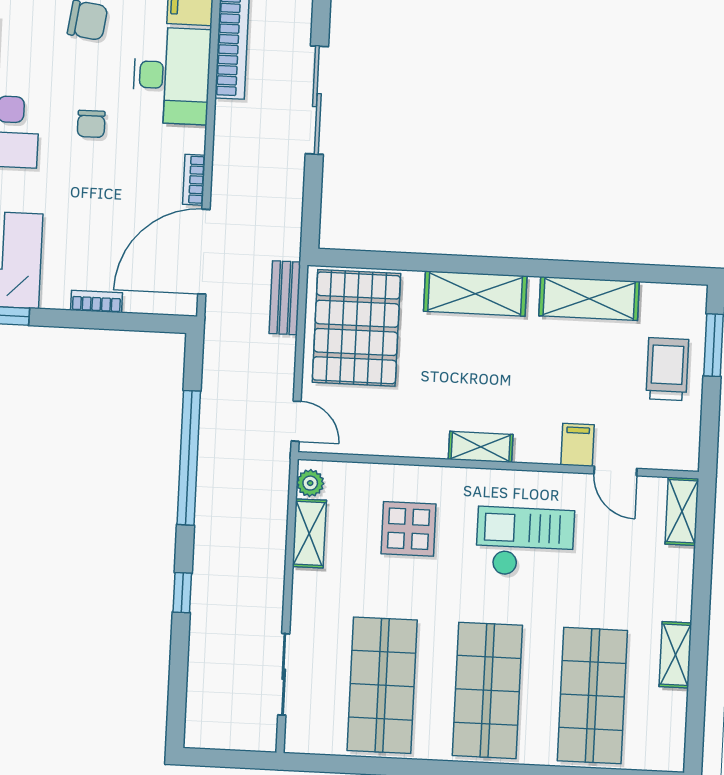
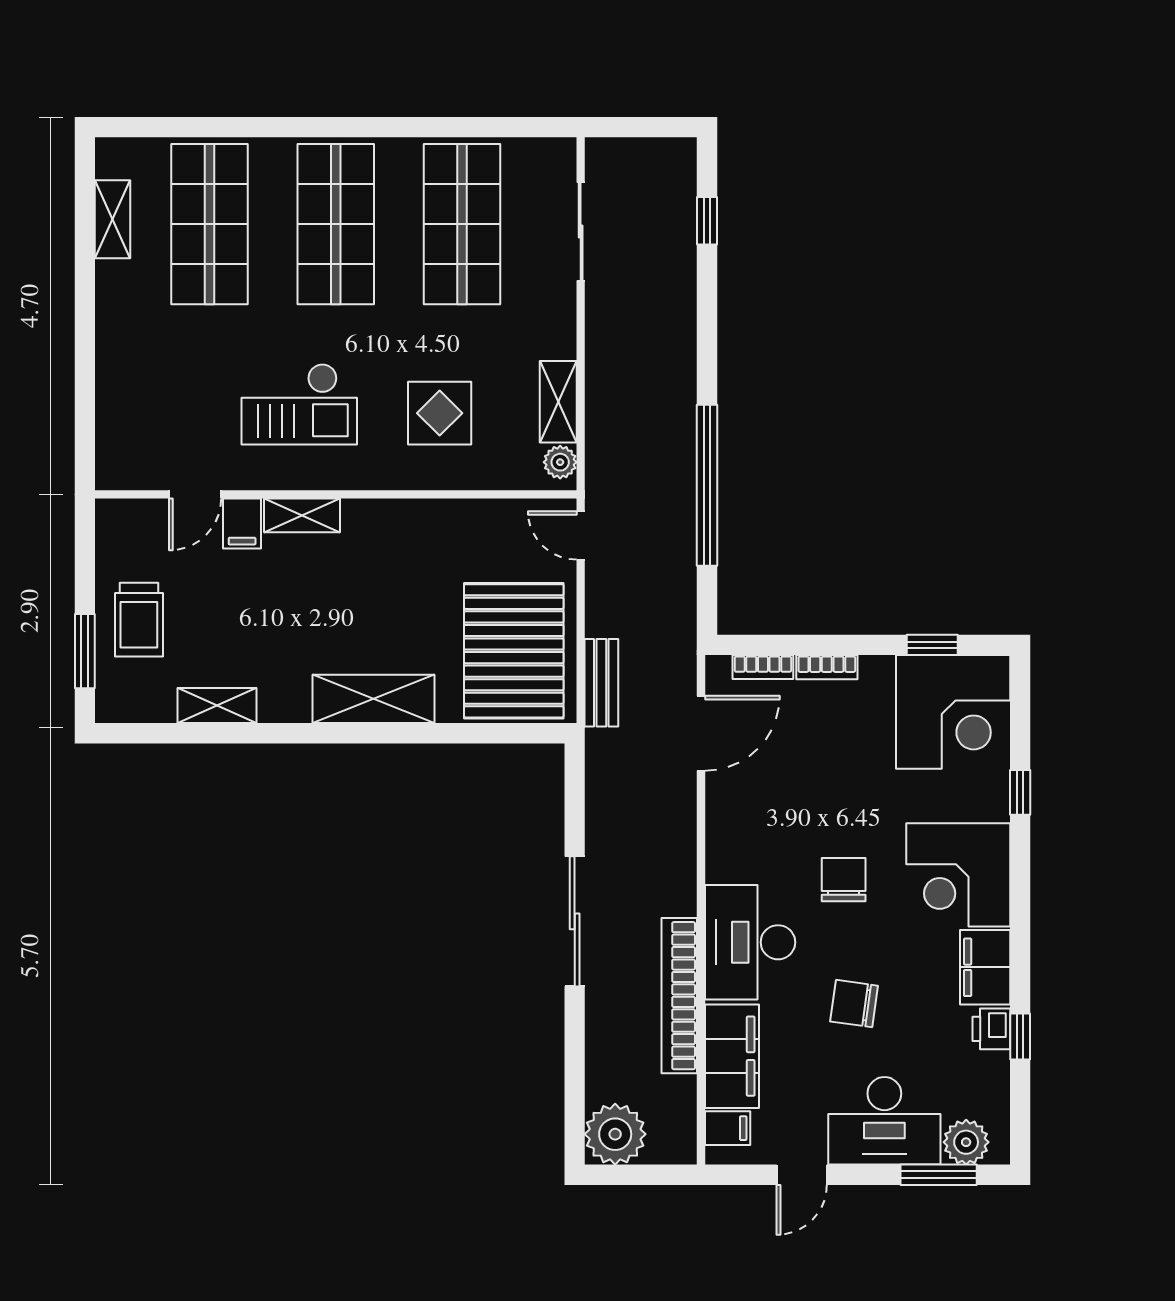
chair: (91, 124) -> (844, 880), width x1.37, depth x1.37
bookcase: (194, 180) -> (763, 667), moved, turned 90
door: (204, 252) -> (701, 733), width x0.73
shelving: (589, 299) -> (217, 705), width x0.67, depth x0.75
shelving: (481, 447) -> (302, 515), moved
door: (615, 471) -> (195, 494), swing flipped
shelving: (682, 511) -> (113, 450), removed
window: (182, 593) -> (707, 221), moved
shelving: (675, 655) -> (112, 219), moved

